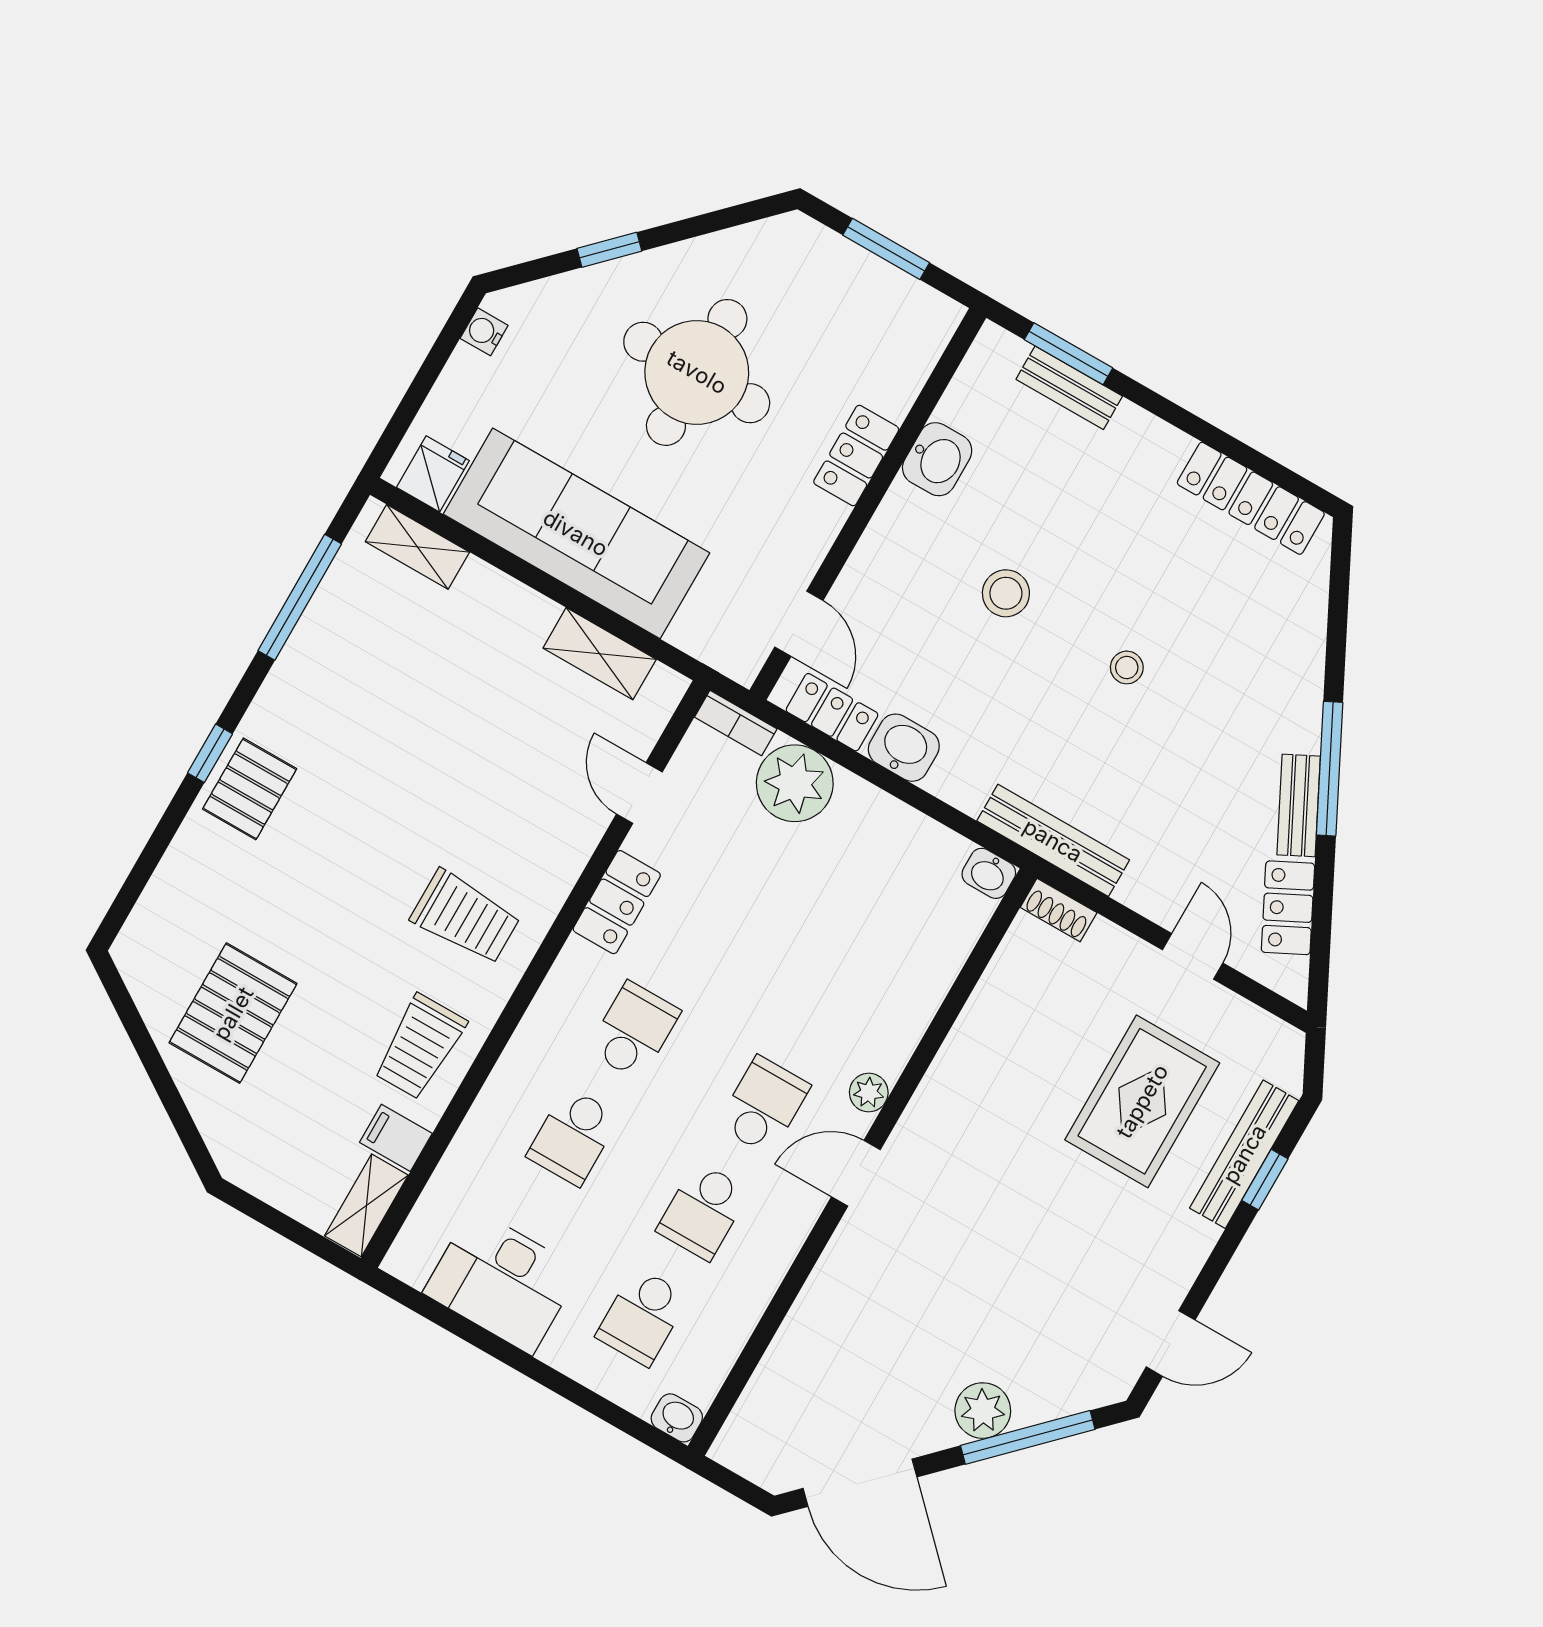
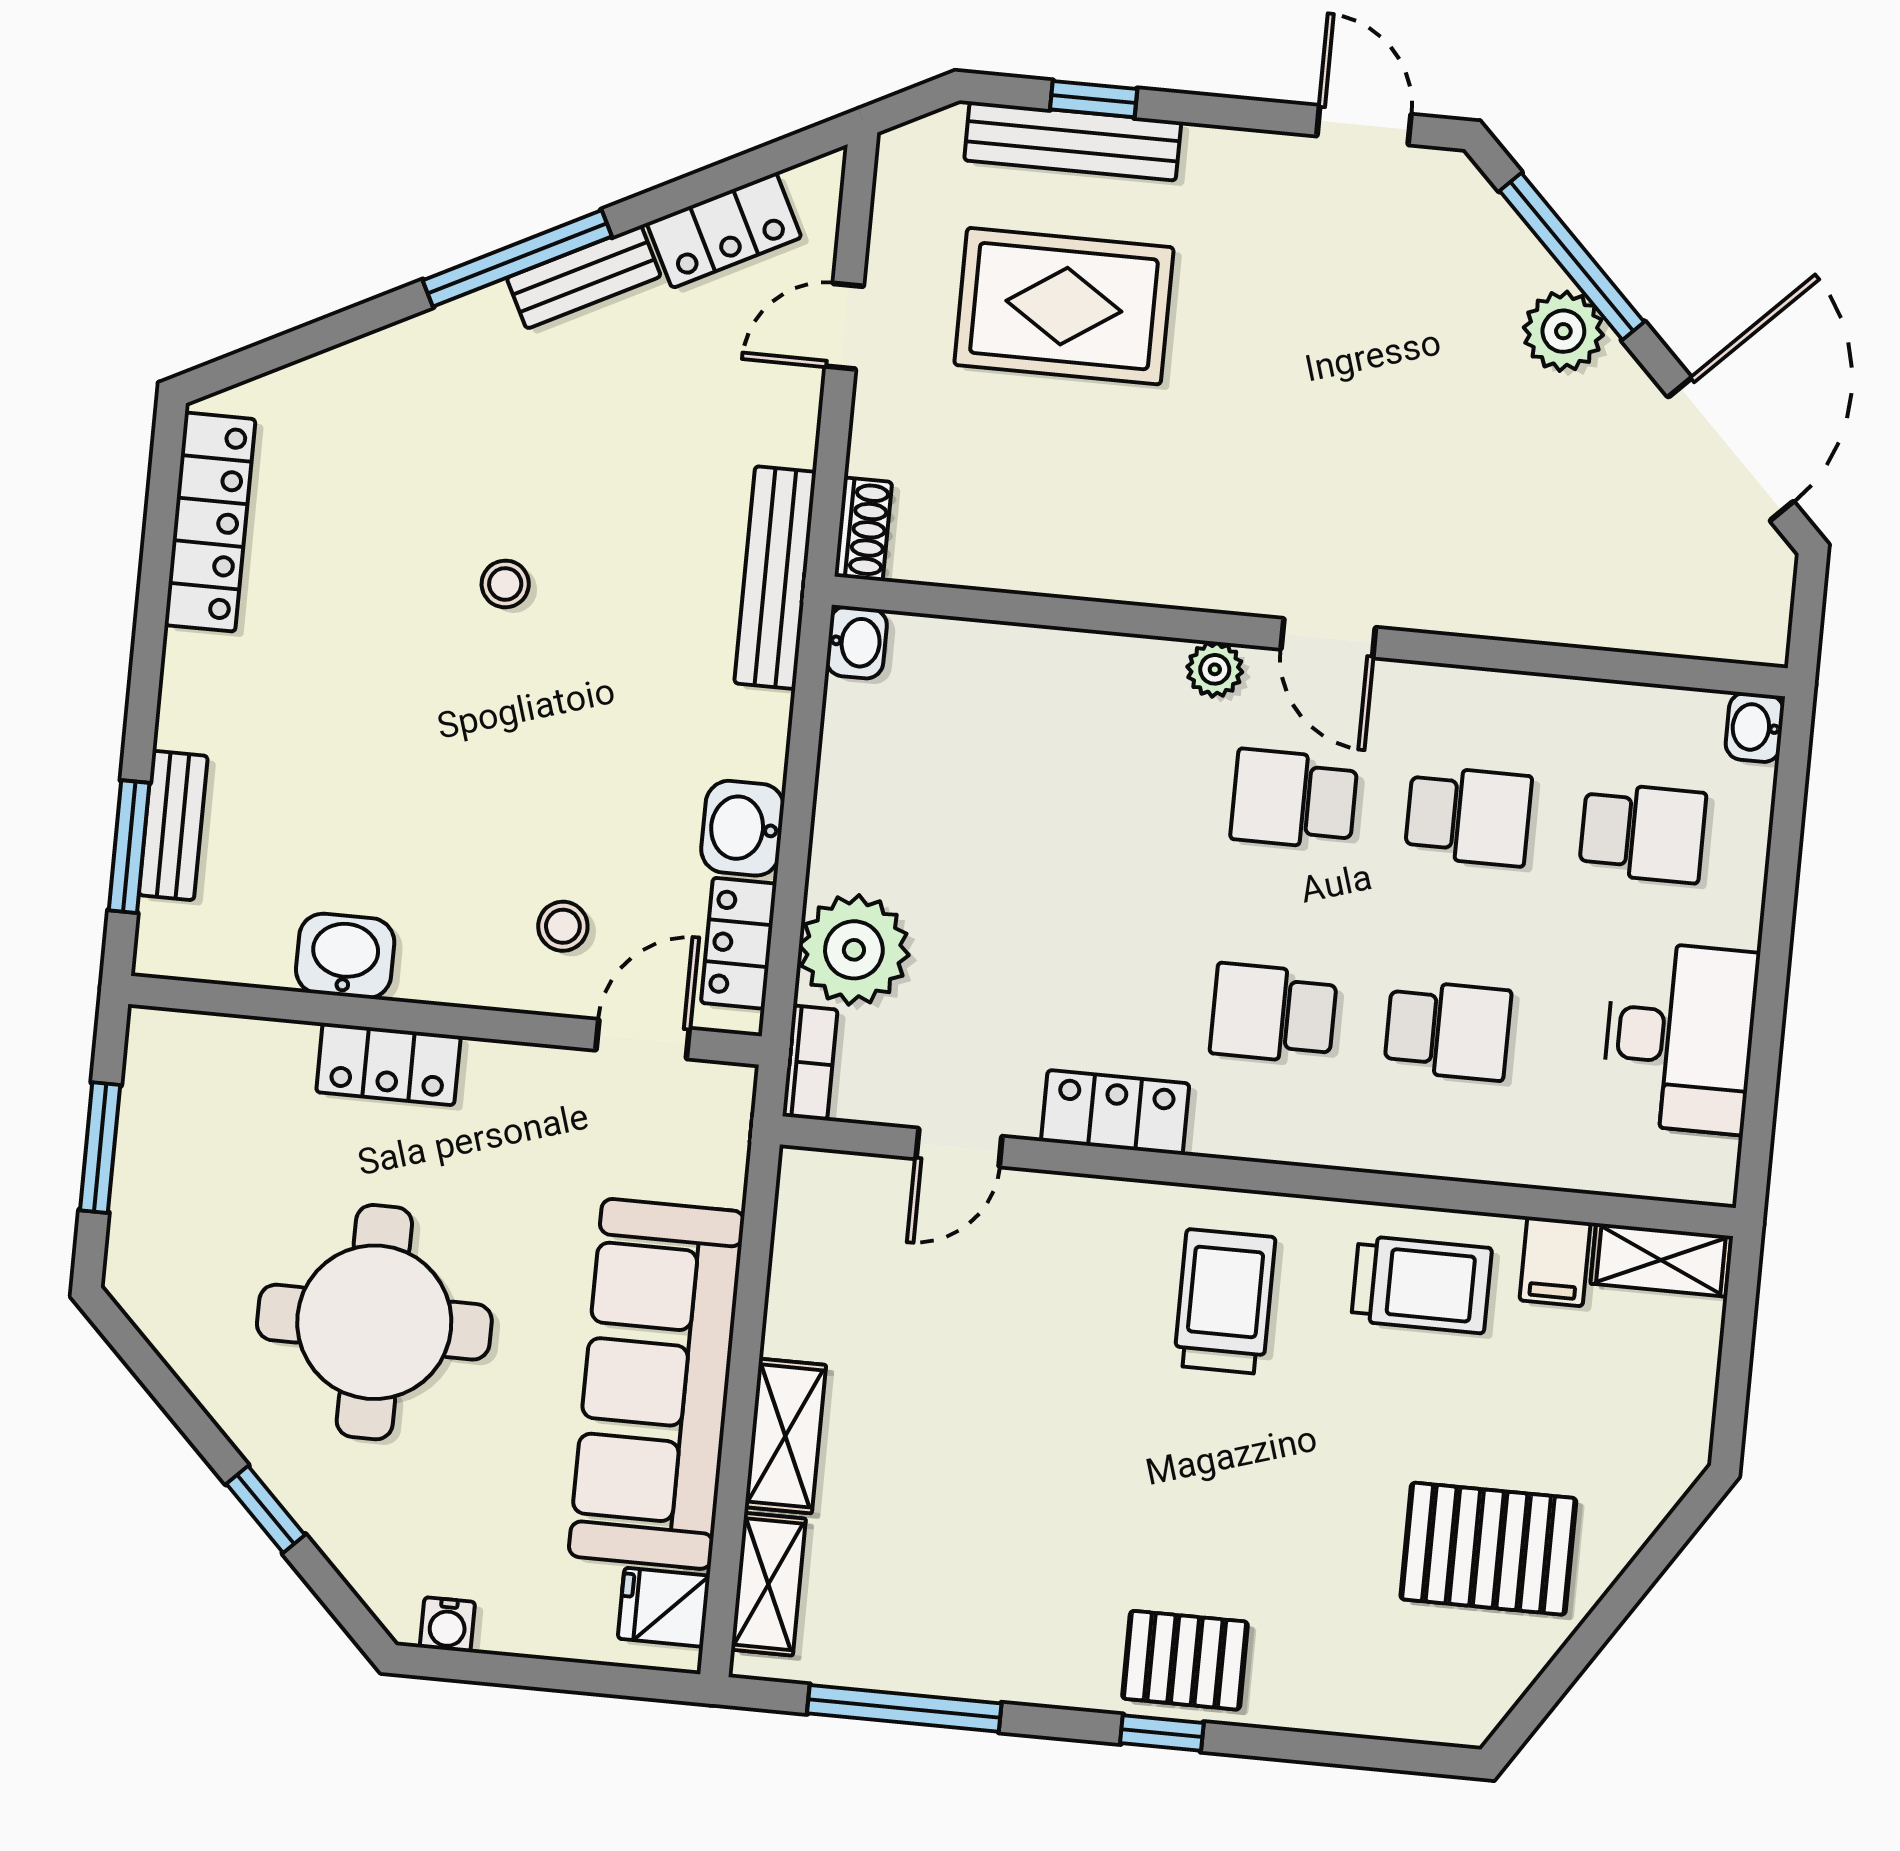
stool: (1006, 593) -> (563, 926), moved, width x0.73, depth x0.73
shelving: (600, 654) -> (785, 1436), moved

